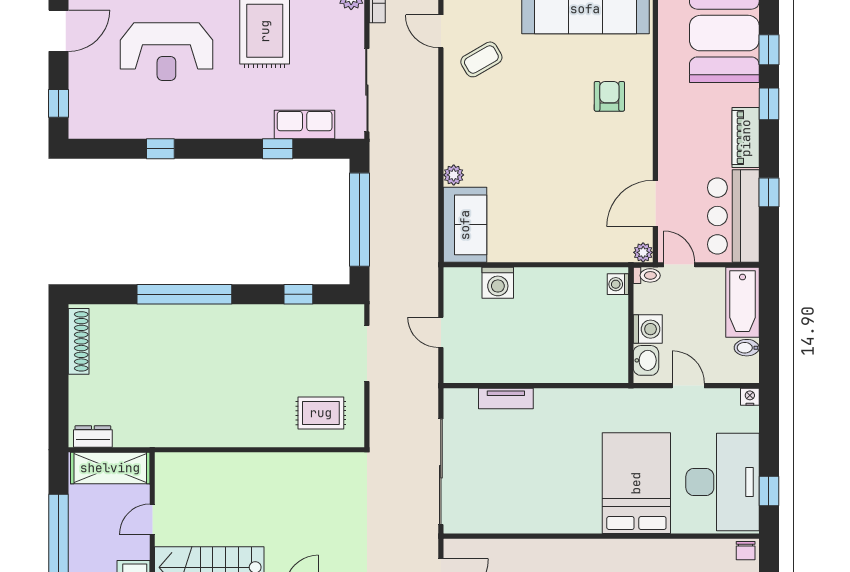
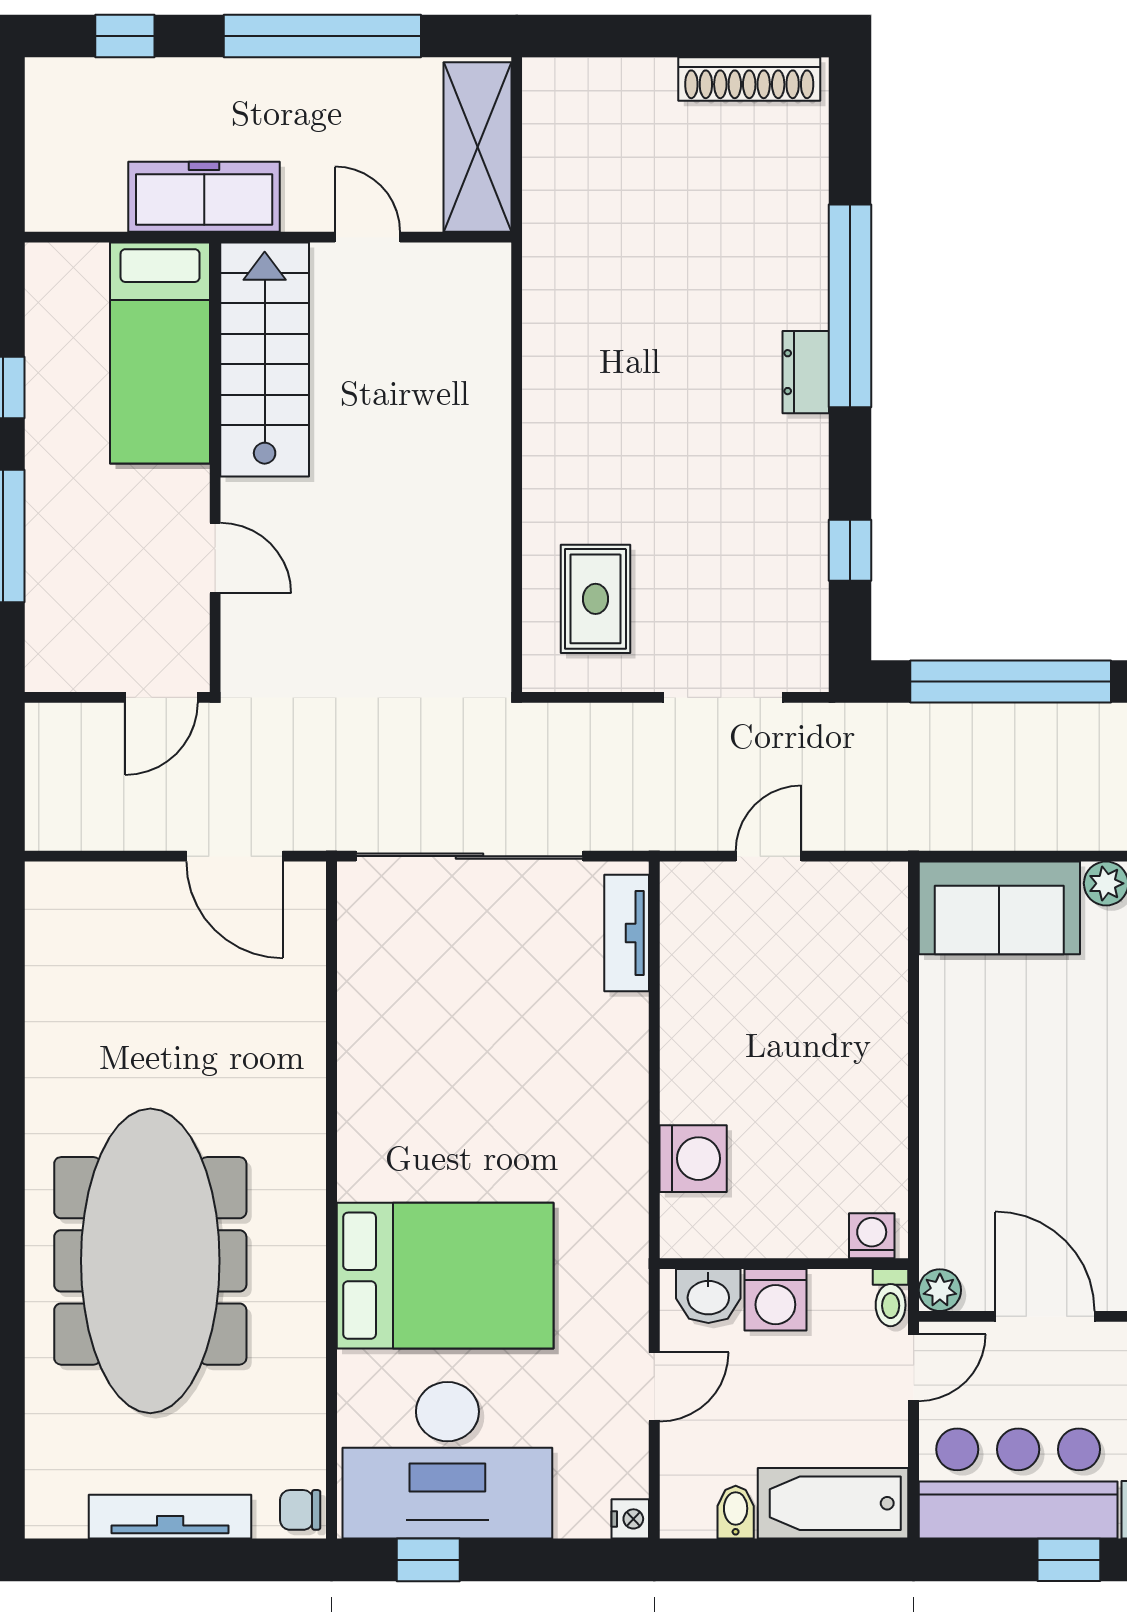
washing machine: (498, 283) -> (693, 1159), moved, turned 180
tv unit: (506, 398) -> (627, 933), moved
dresser: (93, 436) -> (806, 372), moved, turned 180

